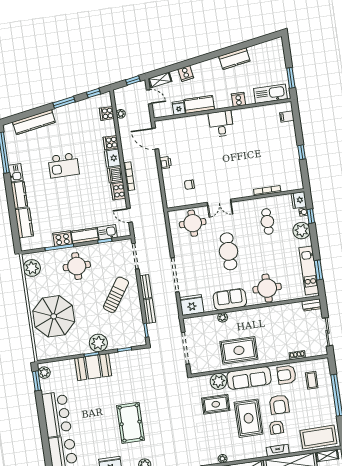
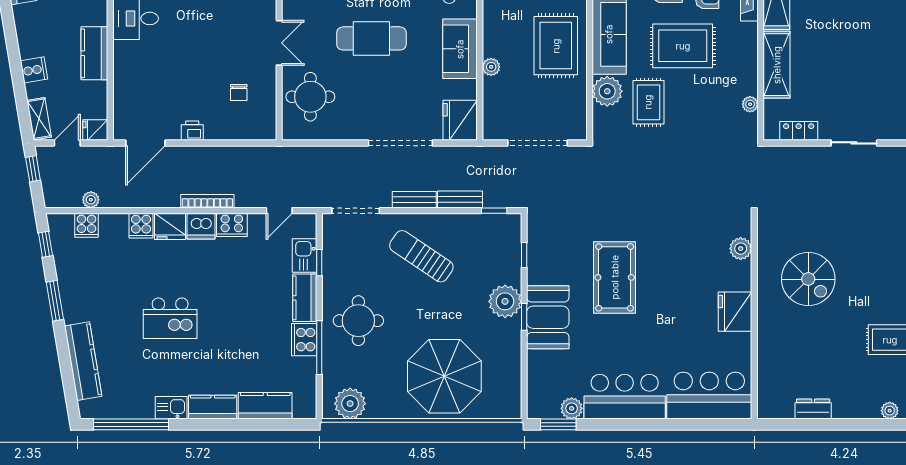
fridge: (179, 108) -> (95, 130), moved
kitchen island: (64, 165) -> (170, 318), turned 90
plant: (44, 373) -> (572, 408), moved
pool table: (131, 423) -> (615, 277), moved, turned 90

